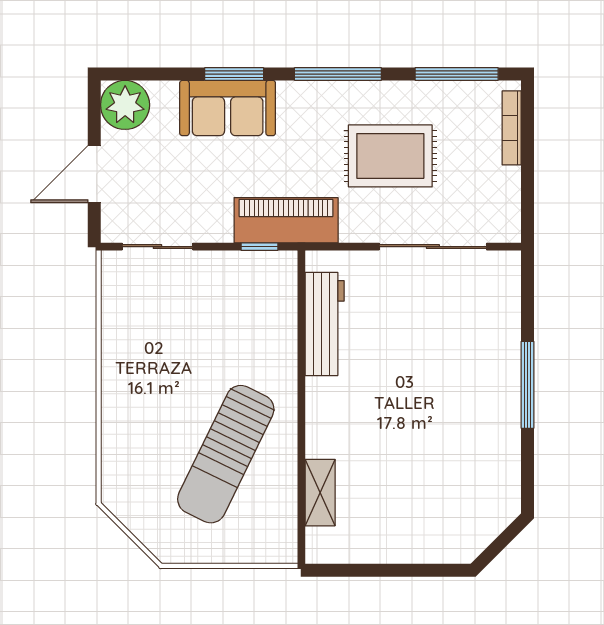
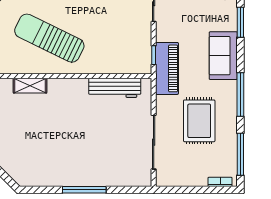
window: (234, 74) -> (240, 22), moved
sofa: (228, 108) -> (223, 56), moved
bookcase: (512, 128) -> (220, 182), width x0.64

